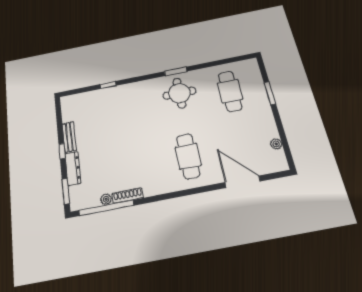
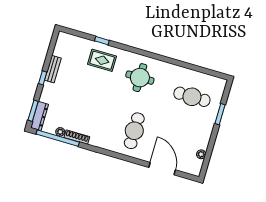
window: (176, 71) -> (160, 58), removed
cafe table: (230, 91) -> (192, 97), turned 90
round table: (179, 93) -> (140, 78), moved
rug: (117, 103) -> (102, 60), added
dresser: (73, 168) -> (40, 116), moved

